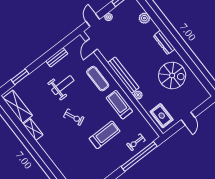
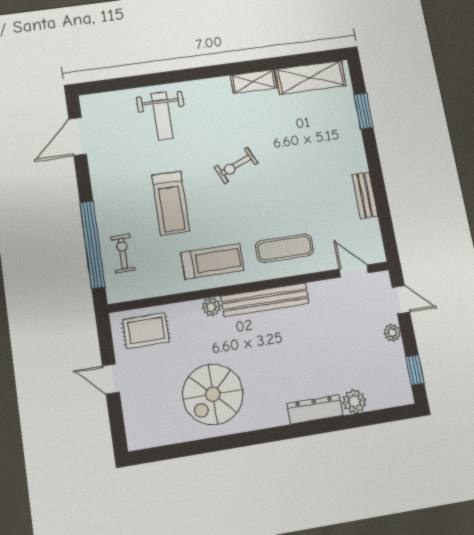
dresser: (164, 42) -> (315, 410), moved
weight bench: (63, 85) -> (162, 116), moved

